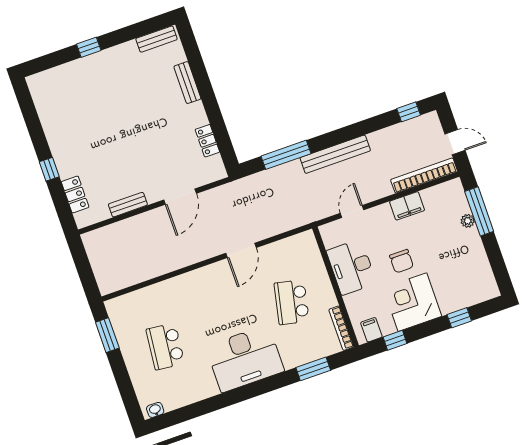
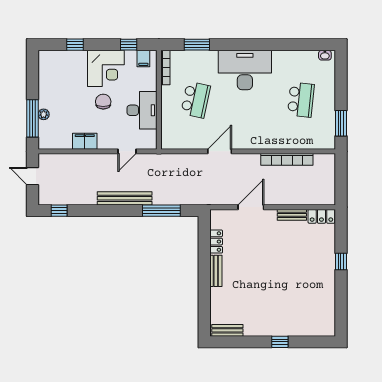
bench: (187, 83) -> (216, 271), moved
bookcase: (424, 176) -> (287, 159), moved
locker: (75, 194) -> (321, 216), moved, turned -90

